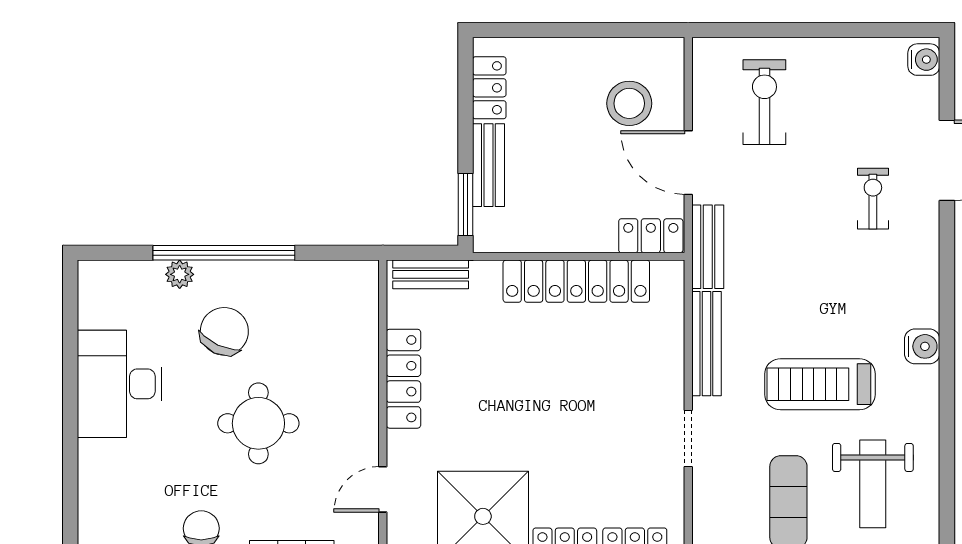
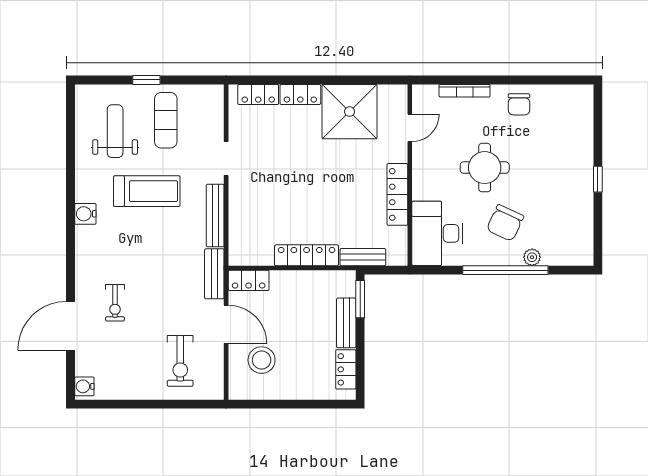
bench: (431, 274) -> (363, 257), moved
locker: (576, 281) -> (307, 255), width x0.71, depth x0.83
desk: (120, 384) -> (437, 233), moved, turned 180
window: (70, 404) -> (598, 179), added

